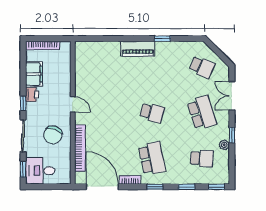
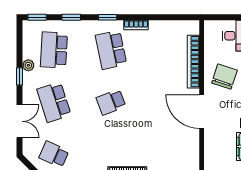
door: (73, 104) -> (202, 112), width x1.88
school desk: (152, 113) -> (111, 102), turned -36
school desk: (202, 158) -> (54, 50), width x1.85
door: (102, 187) -> (168, 17), removed

